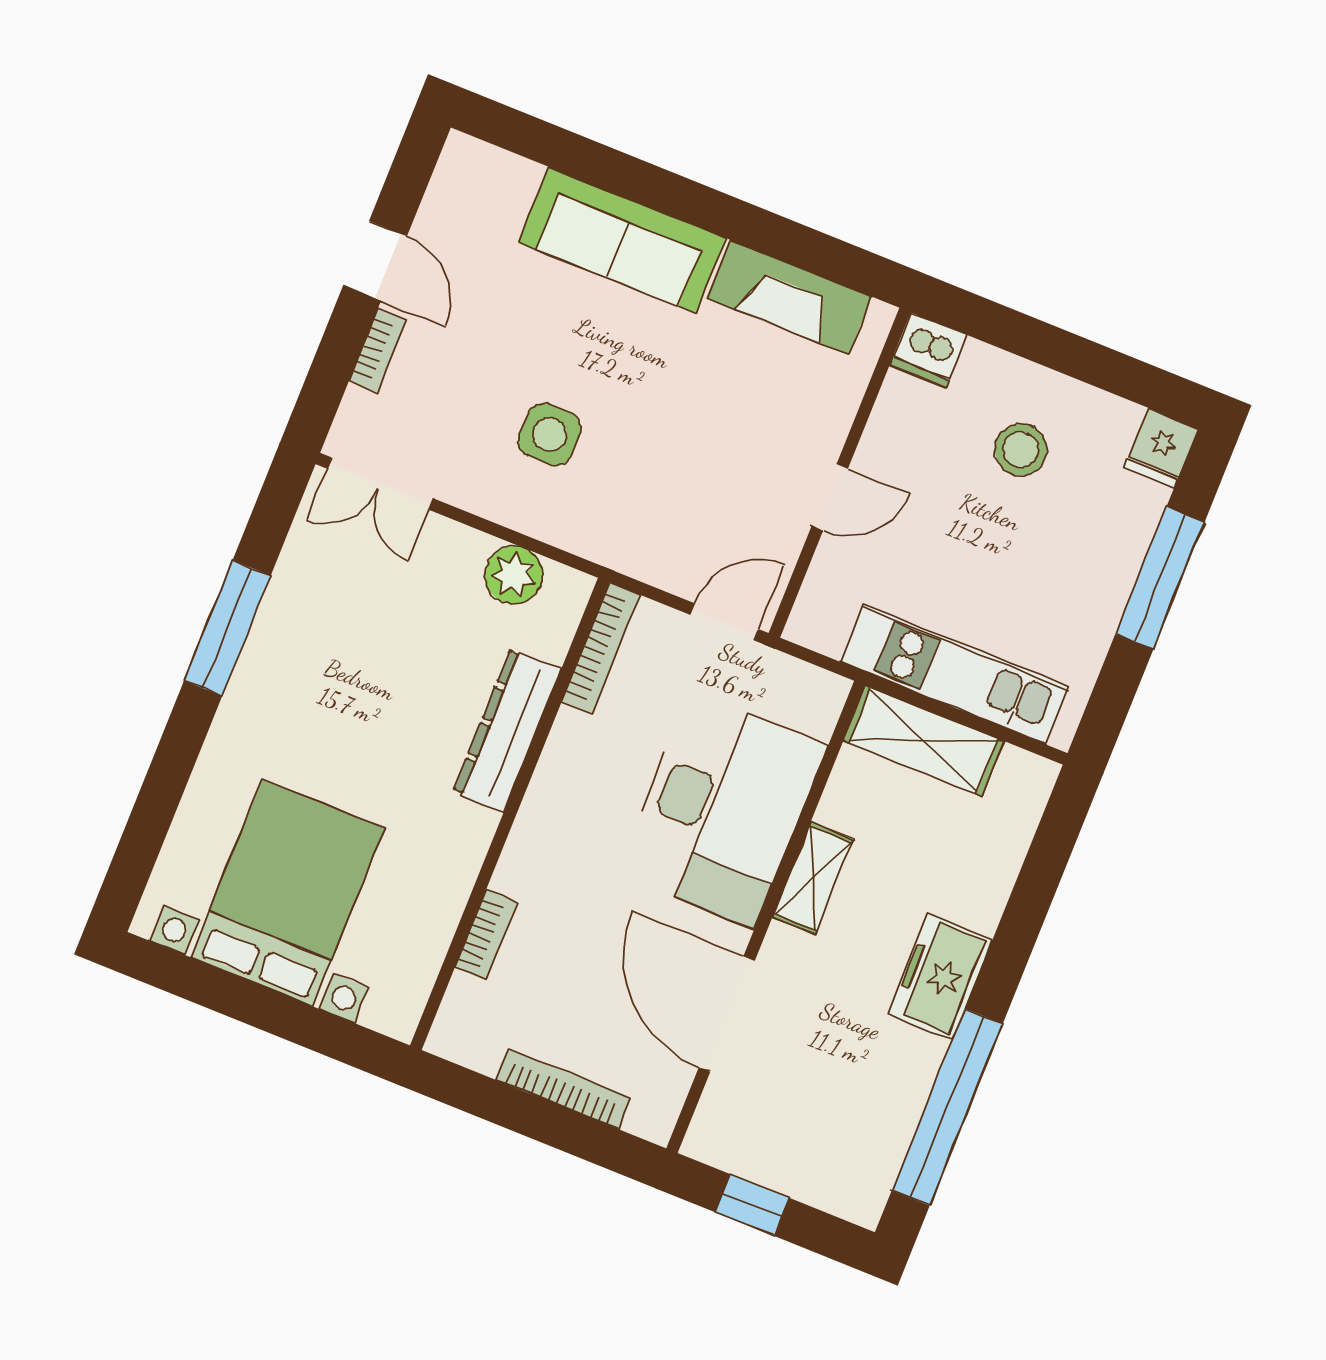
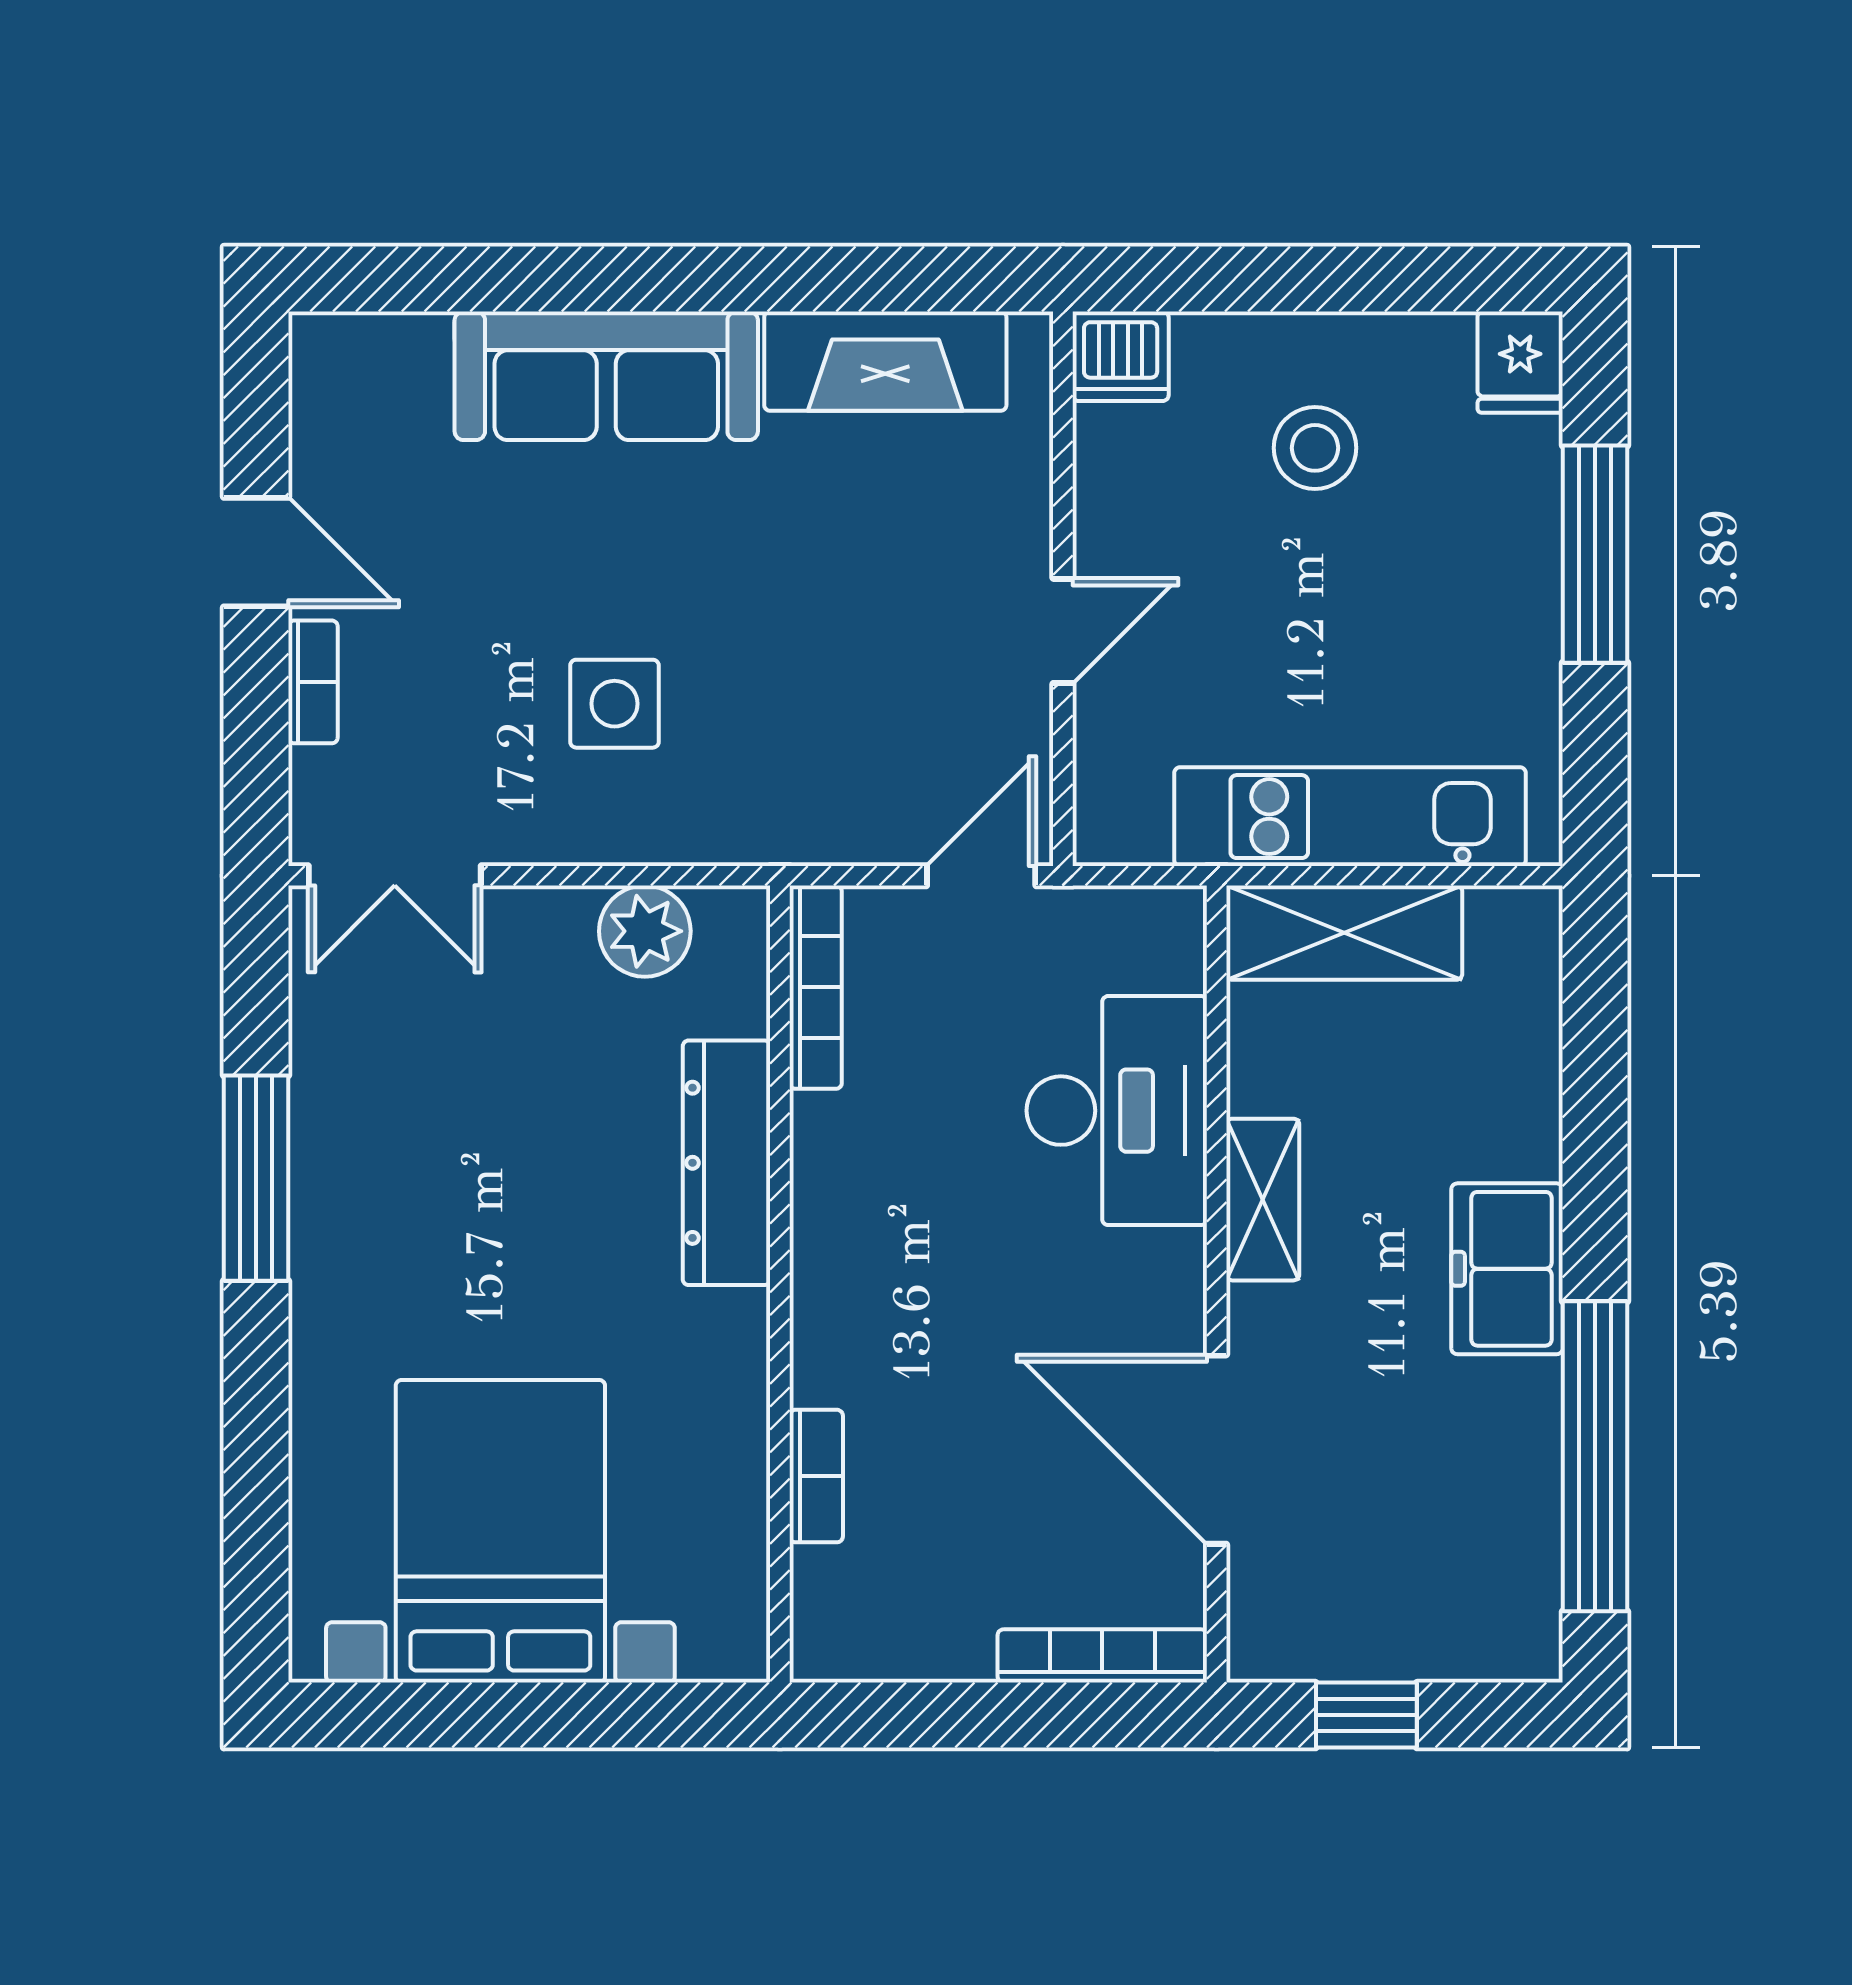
desk: (723, 810) -> (1117, 1111), width x0.73, depth x0.77
bookcase: (563, 1089) -> (1102, 1656), moved

